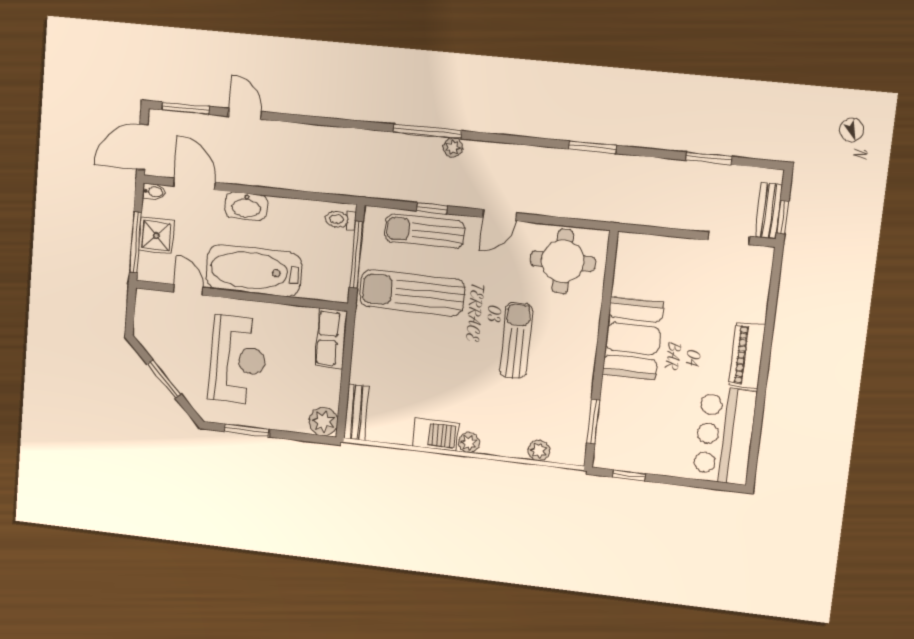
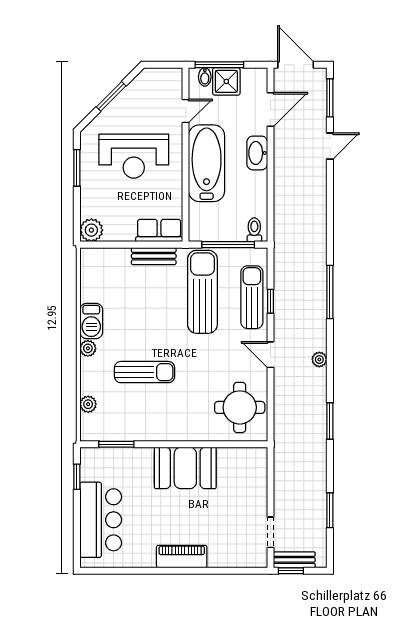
plant: (453, 147) -> (319, 359), moved
bidet: (154, 192) -> (205, 77), moved
sun lounger: (516, 340) -> (145, 372), moved
bench: (357, 412) -> (154, 256), moved
bar counter: (725, 435) -> (101, 520), moved, turned 90

